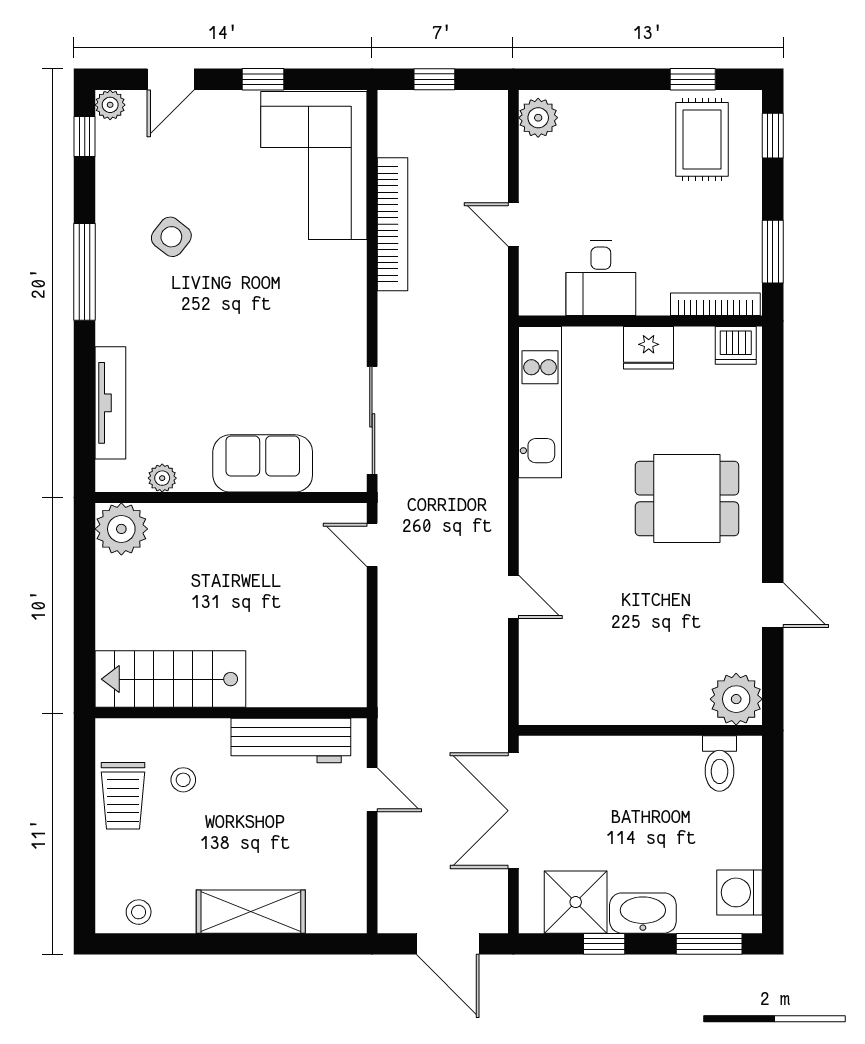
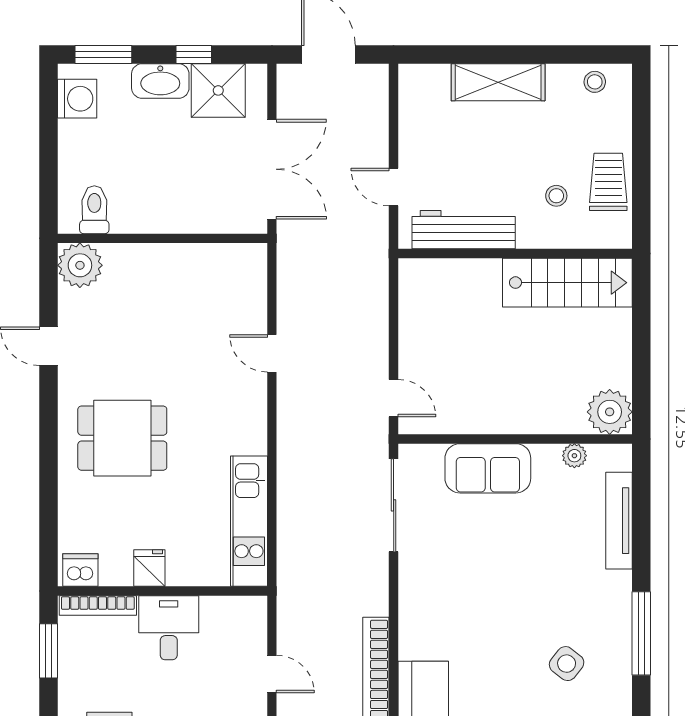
desk: (601, 278) -> (169, 628), moved
fridge: (649, 348) -> (149, 568), width x0.72

